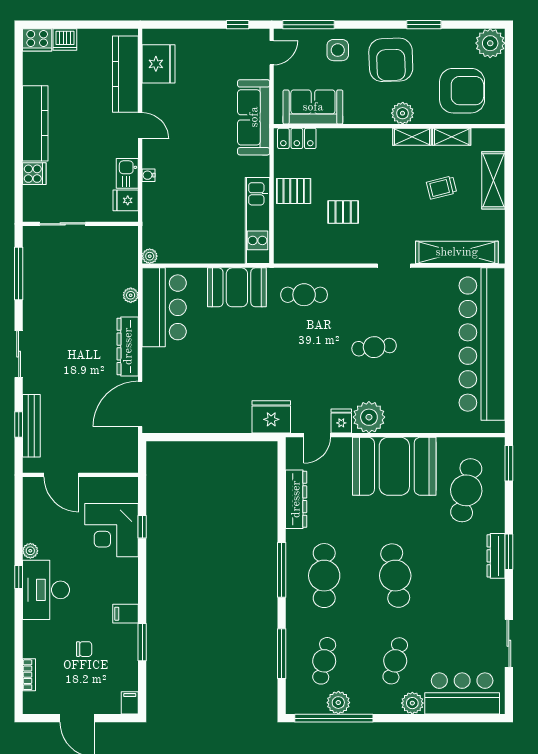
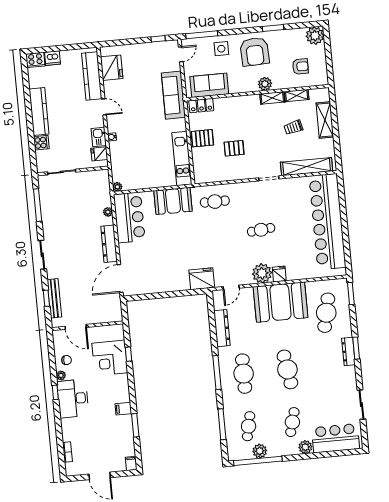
armchair: (462, 91) -> (300, 67), width x0.53, depth x0.53
fridge: (341, 421) -> (279, 274), moved
chair: (84, 649) -> (66, 360), moved

